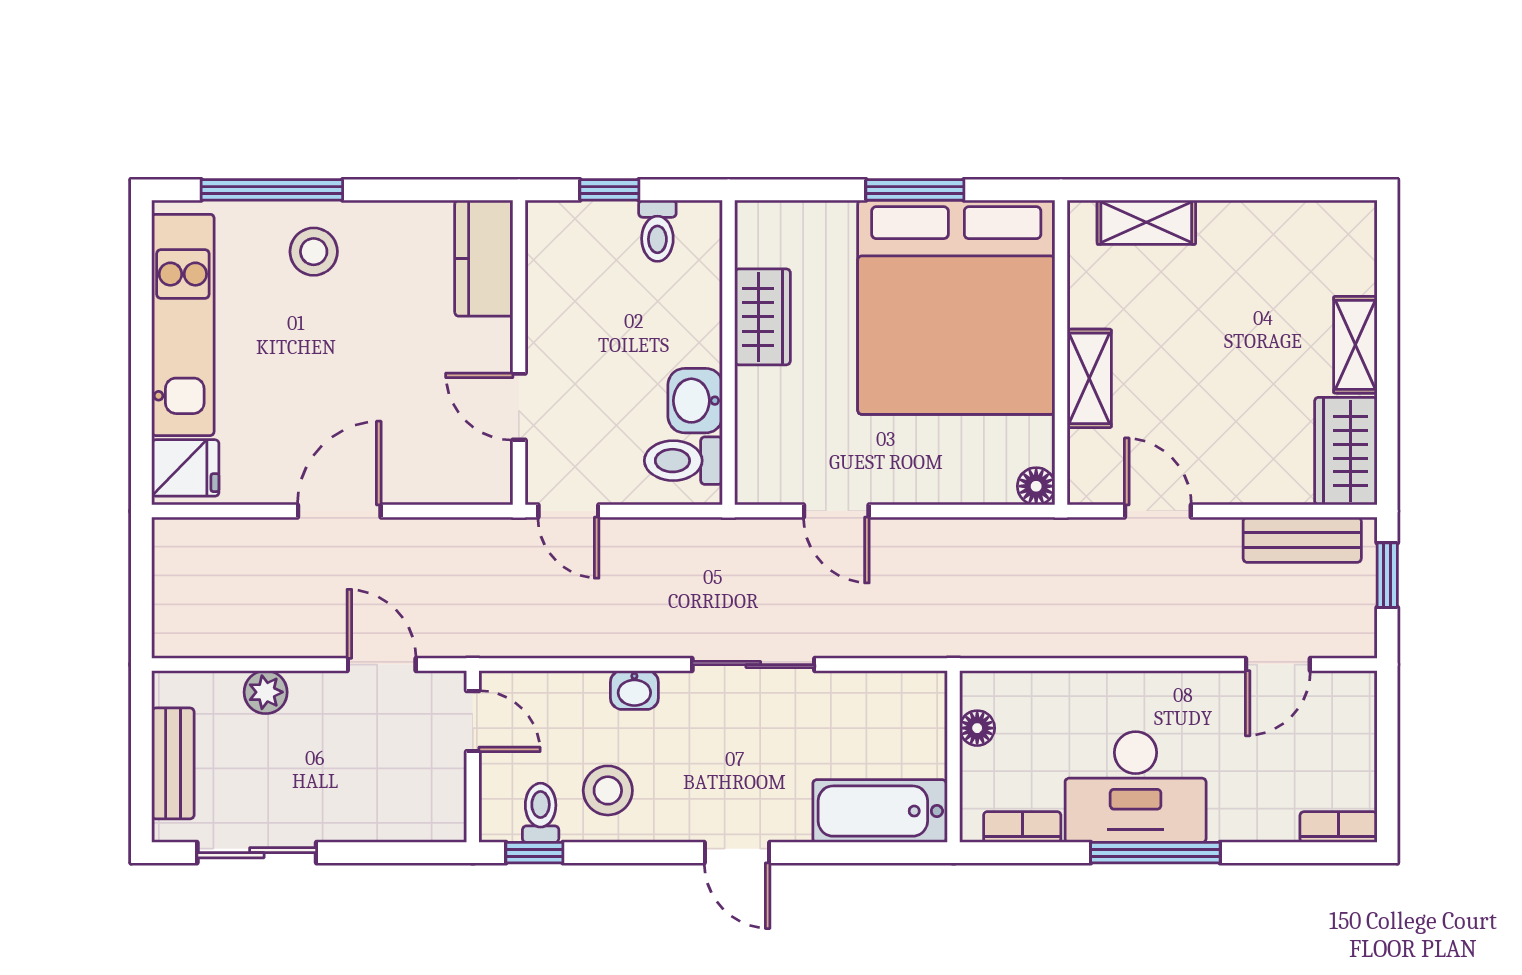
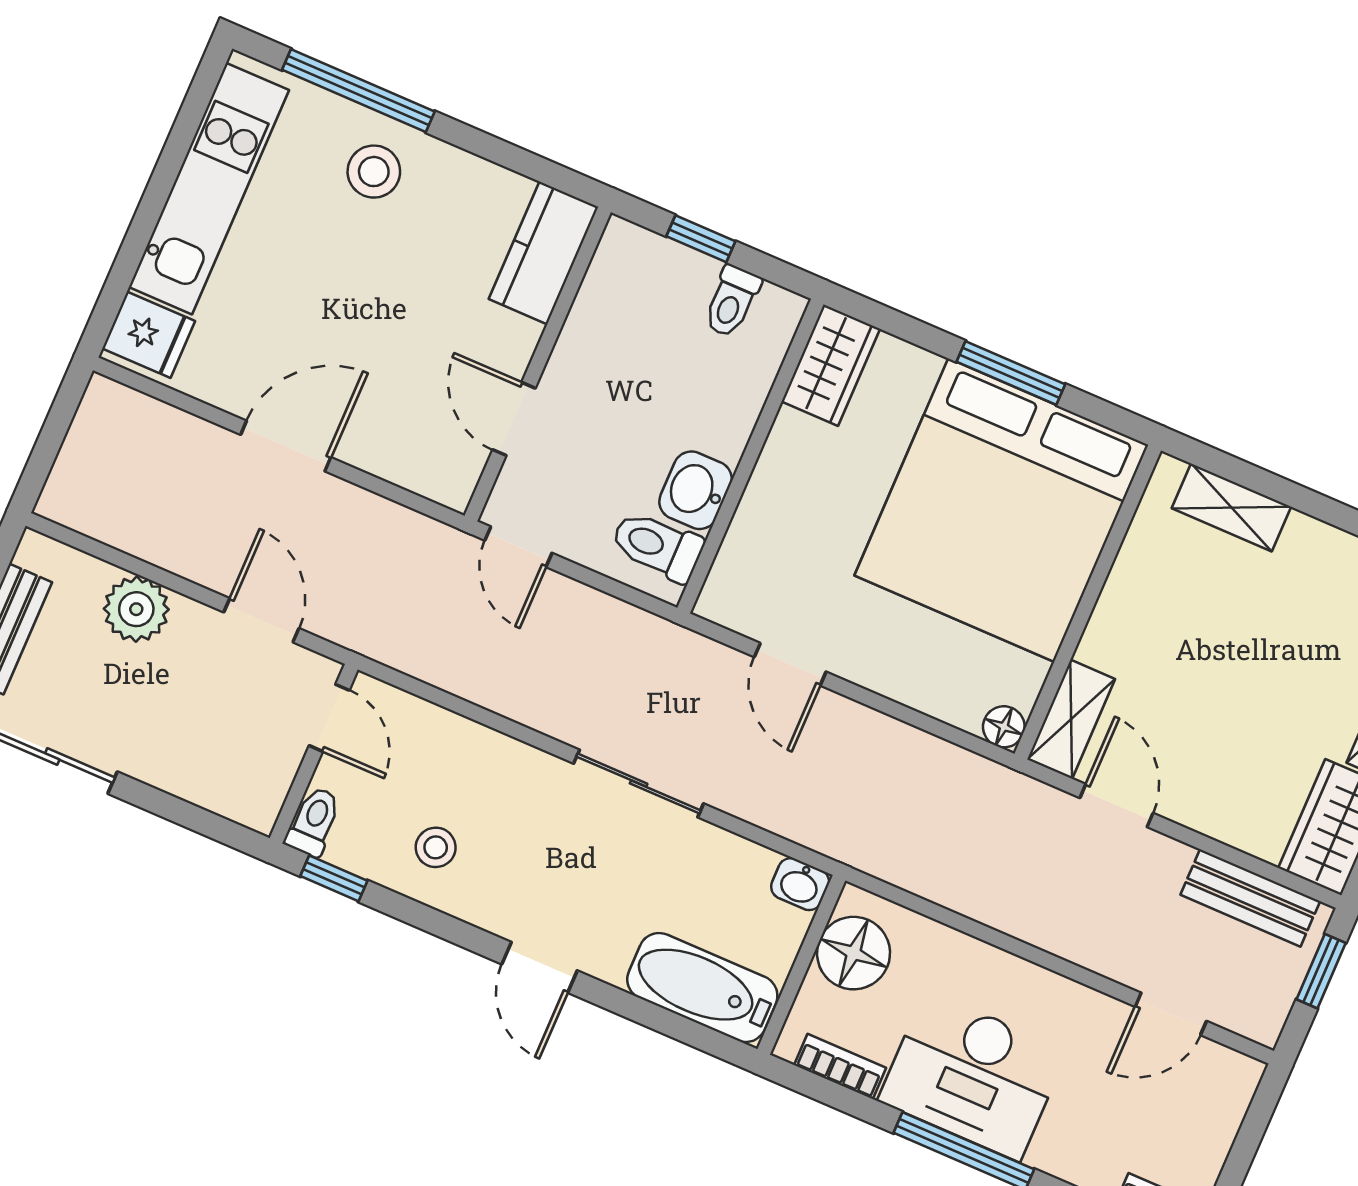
wardrobe: (763, 317) -> (831, 365), moved
shelving: (1089, 378) -> (1071, 719), moved
washbasin: (634, 690) -> (800, 884), moved
plant: (266, 692) -> (136, 609), width x1.38, depth x1.38
floor lamp: (977, 728) -> (854, 953), width x1.89, depth x1.89
stool: (608, 790) -> (436, 847), width x0.73, depth x0.73
toilet: (541, 813) -> (314, 822), moved

